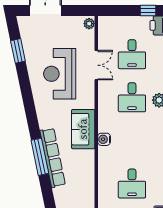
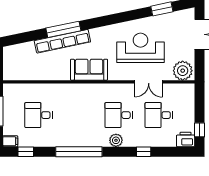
plant: (89, 24) -> (183, 71), width x1.87, depth x1.87
water cooler: (104, 139) -> (80, 89), removed

